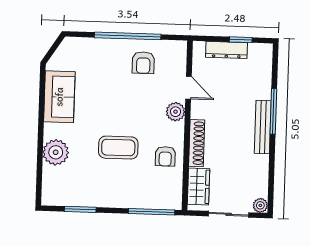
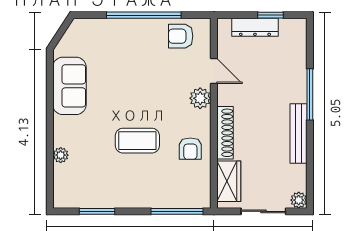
armchair: (143, 63) -> (181, 36), moved, turned 90
bench: (263, 127) -> (299, 134), moved
plant: (56, 152) -> (61, 155), width x0.53, depth x0.53

